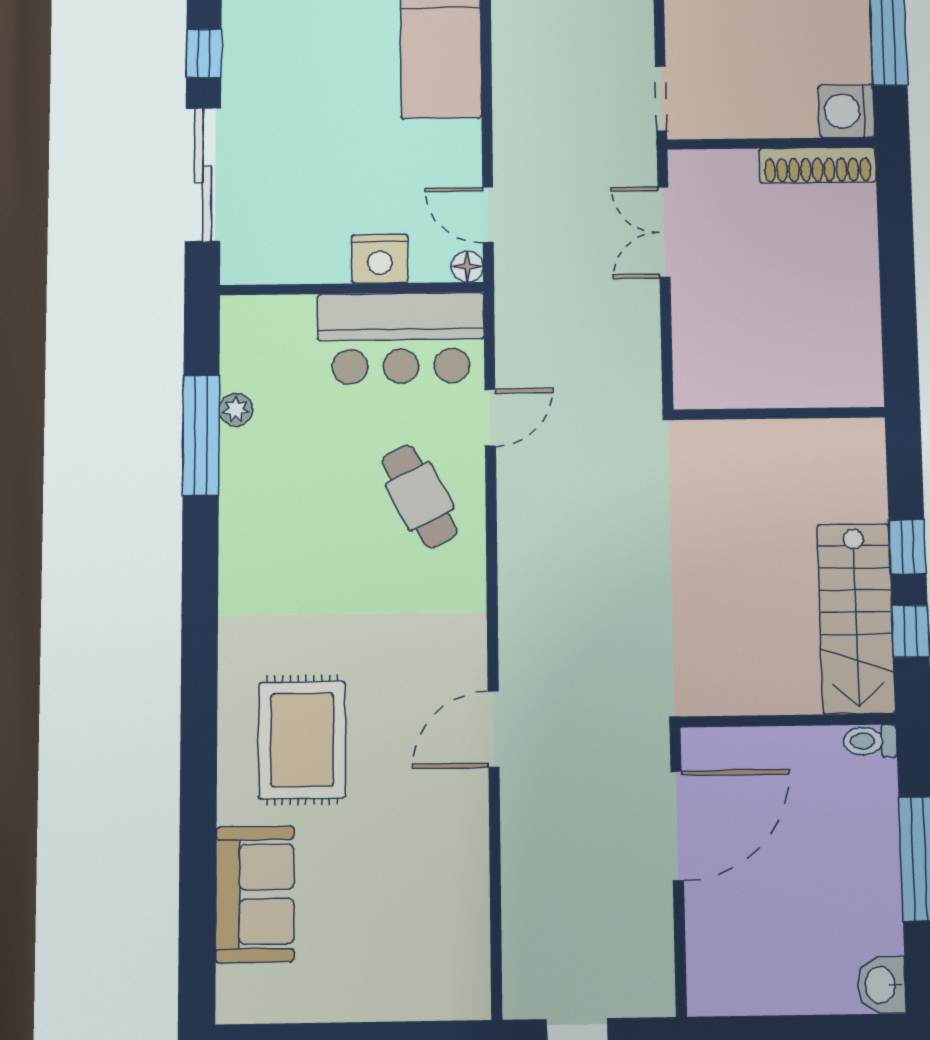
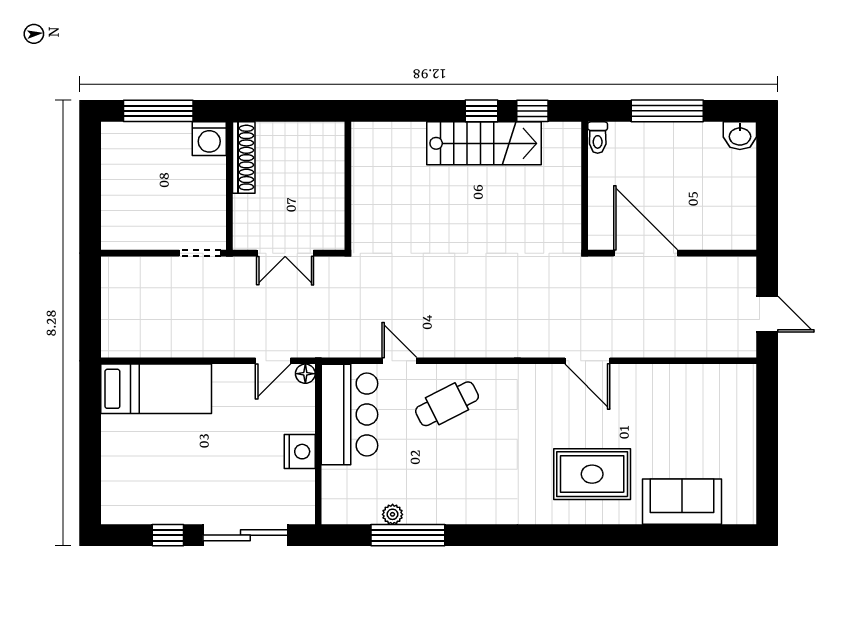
nightstand: (380, 259) -> (300, 452), moved
wall: (779, 414) -> (348, 186), moved
stairs: (856, 618) -> (484, 143), moved

